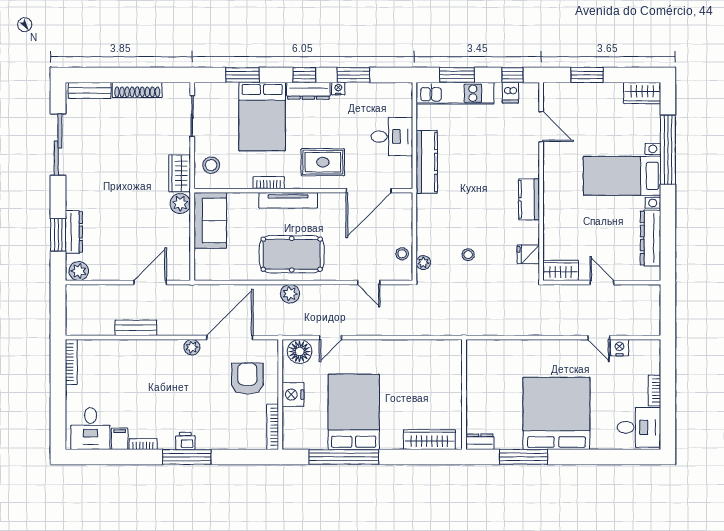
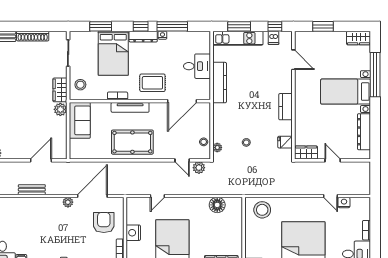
window: (353, 75) -> (172, 26), width x1.44
plant: (290, 294) -> (199, 168), moved
floor lamp: (300, 352) -> (217, 205), moved
stool: (493, 359) -> (262, 210), added

